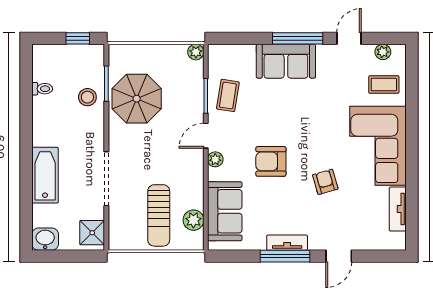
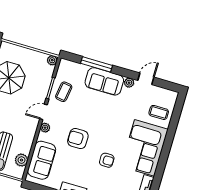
window: (298, 38) -> (97, 64), moved
plant: (383, 52) -> (129, 83), moved
armchair: (325, 182) -> (107, 160), turned 106

